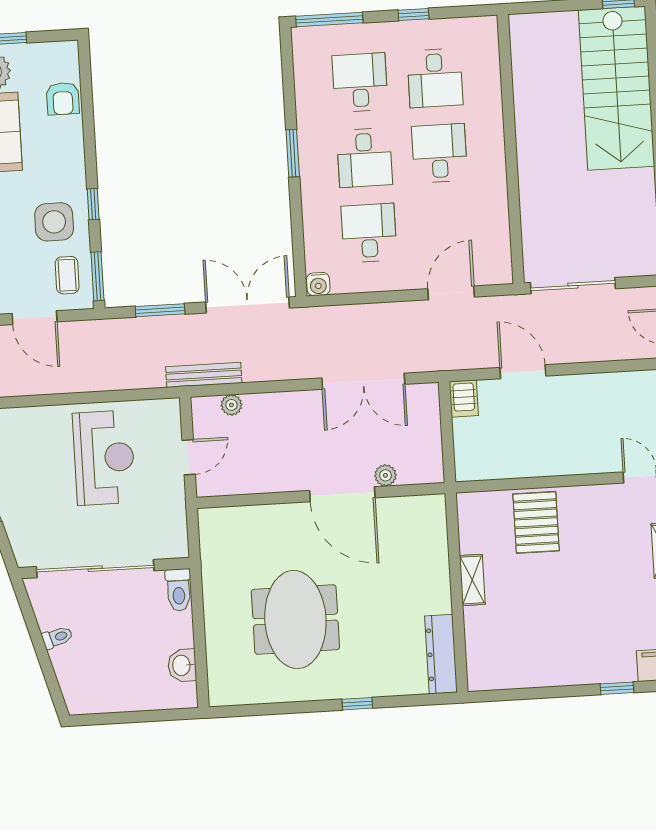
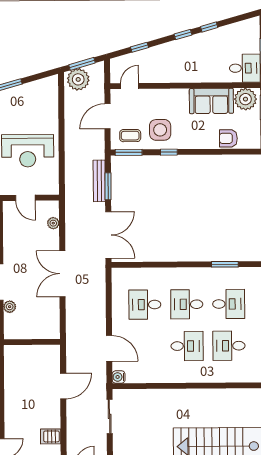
window: (293, 153) -> (225, 264), moved
desk: (369, 233) -> (145, 305), turned 180
water cooler: (318, 284) -> (119, 377), moved
sliding door: (573, 286) -> (110, 416), width x0.73
bench: (204, 375) -> (99, 181), moved
double door: (363, 381) -> (62, 274), moved
server rack: (464, 398) -> (51, 436), moved

